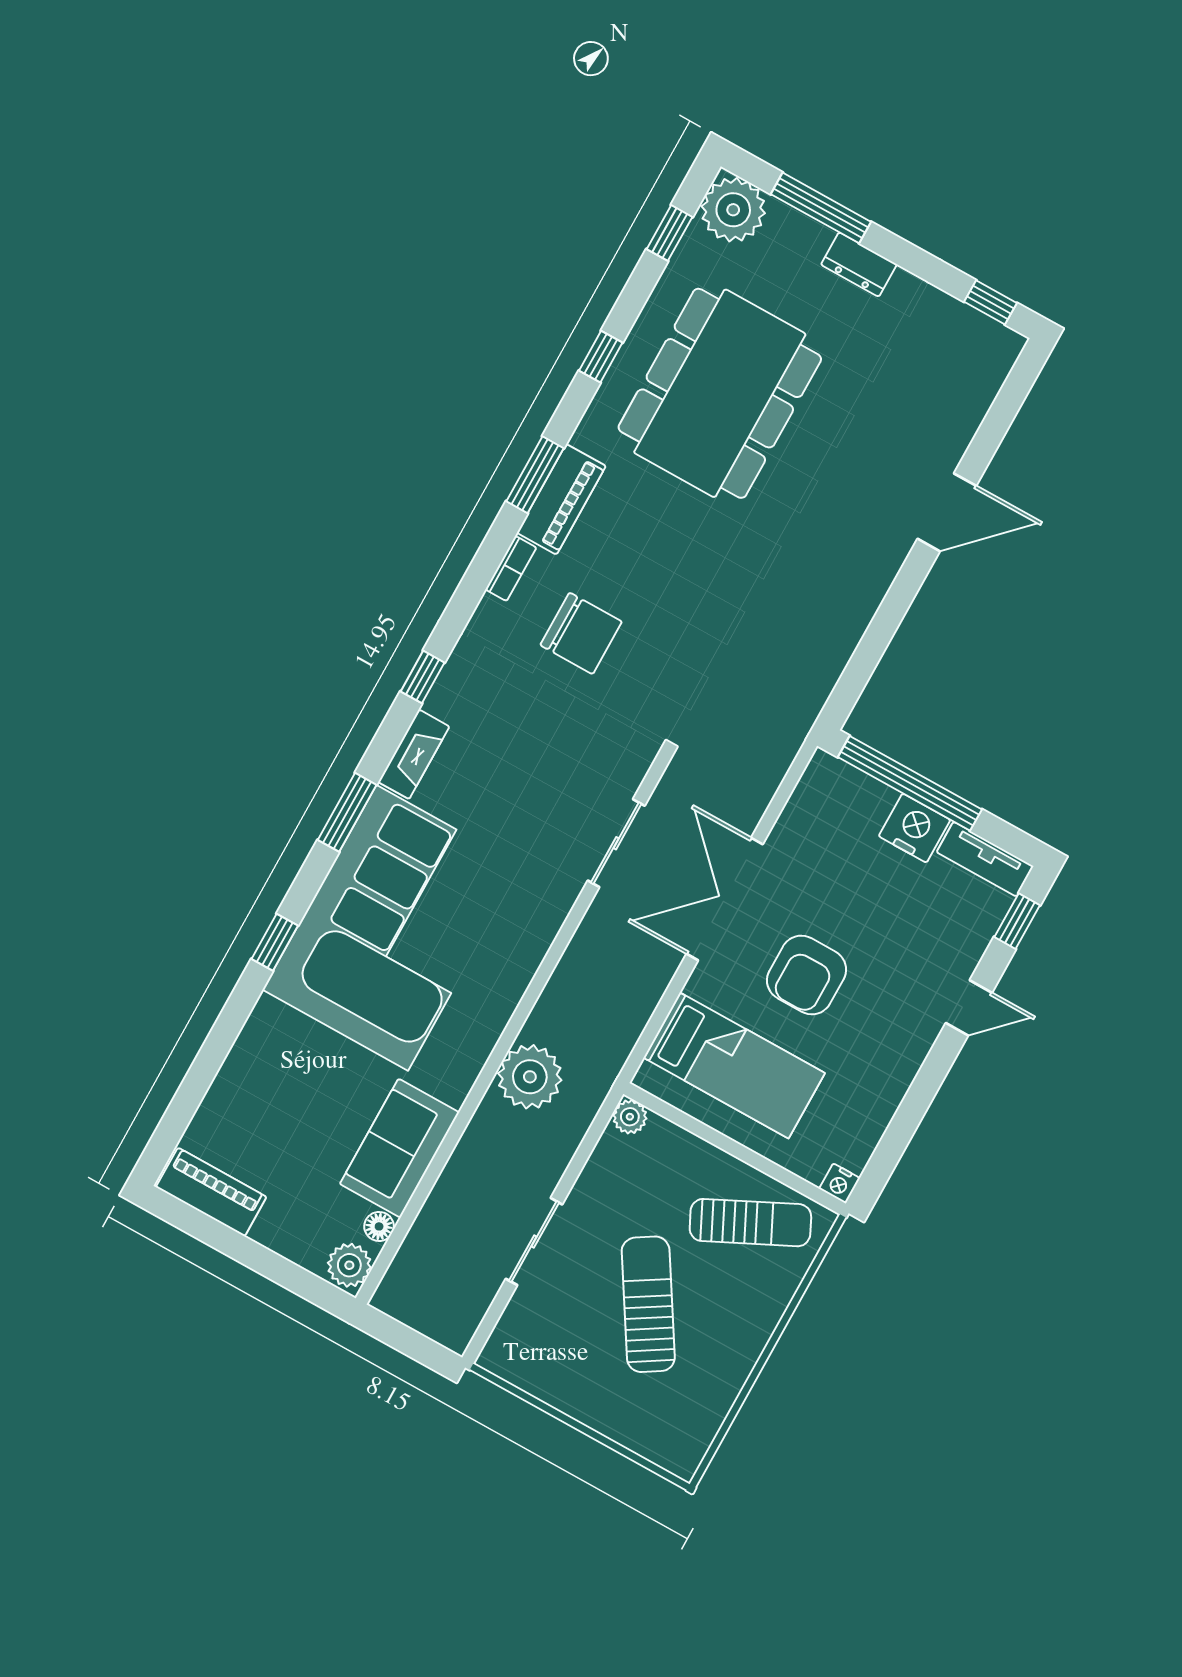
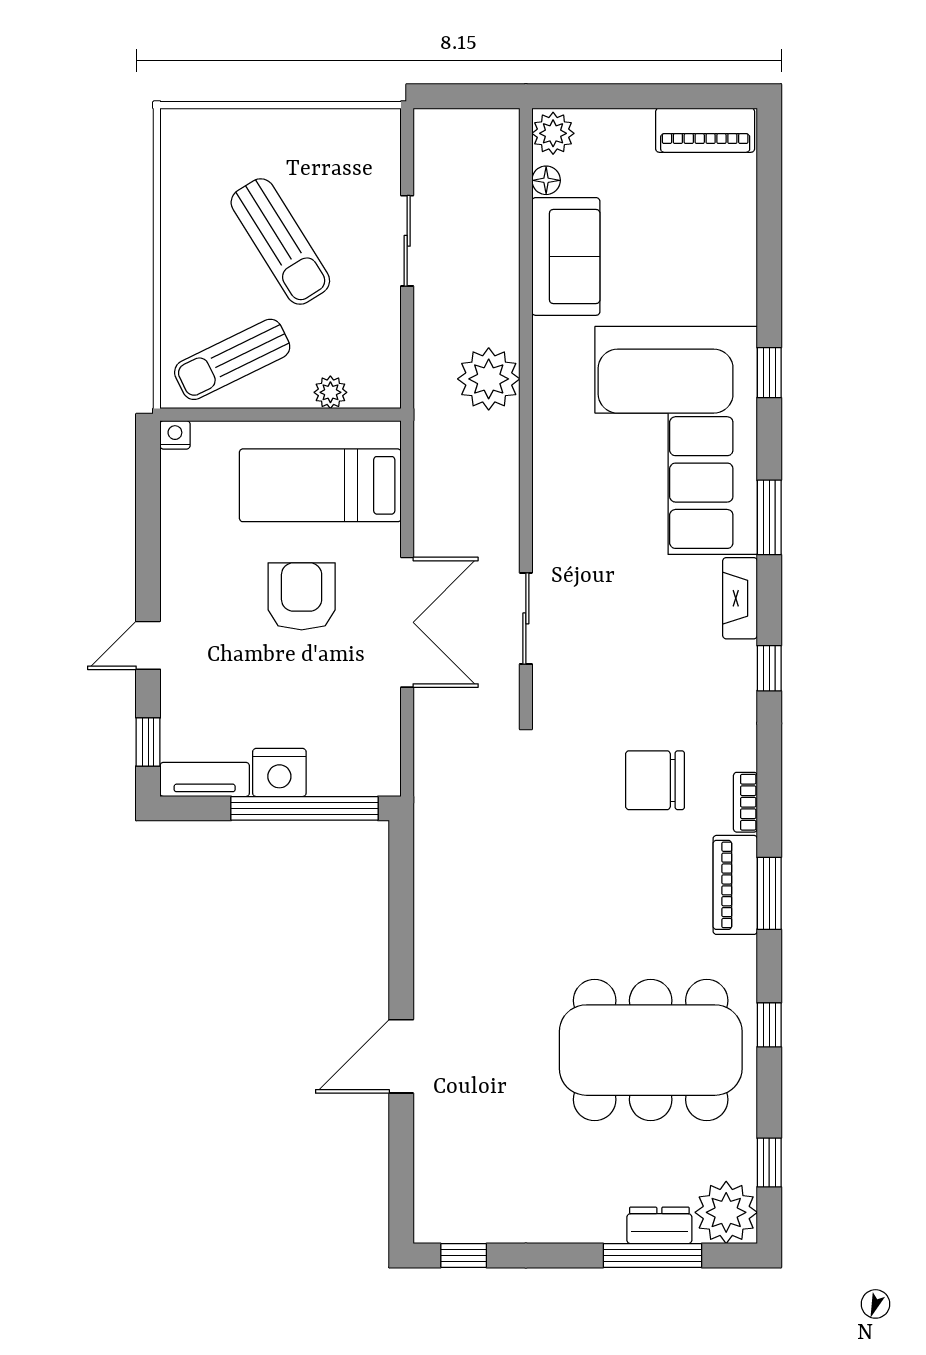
dresser: (859, 264) -> (659, 1225), moved
dining table: (720, 393) -> (651, 1050), turned 90
plant: (630, 1117) -> (330, 392), moved

